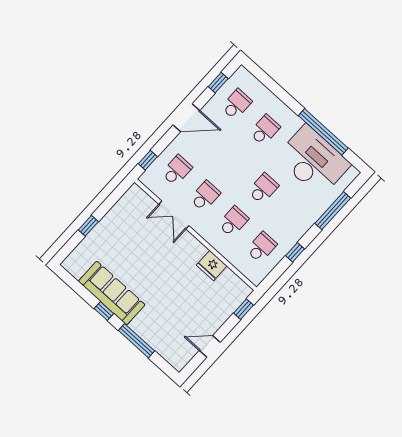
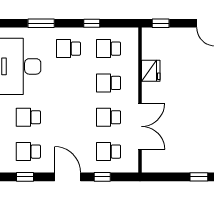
window: (148, 160) -> (102, 177), moved
school desk: (263, 189) -> (68, 49), moved
window: (333, 211) -> (41, 23), width x0.69
double door: (174, 215) -> (140, 126), width x1.37

